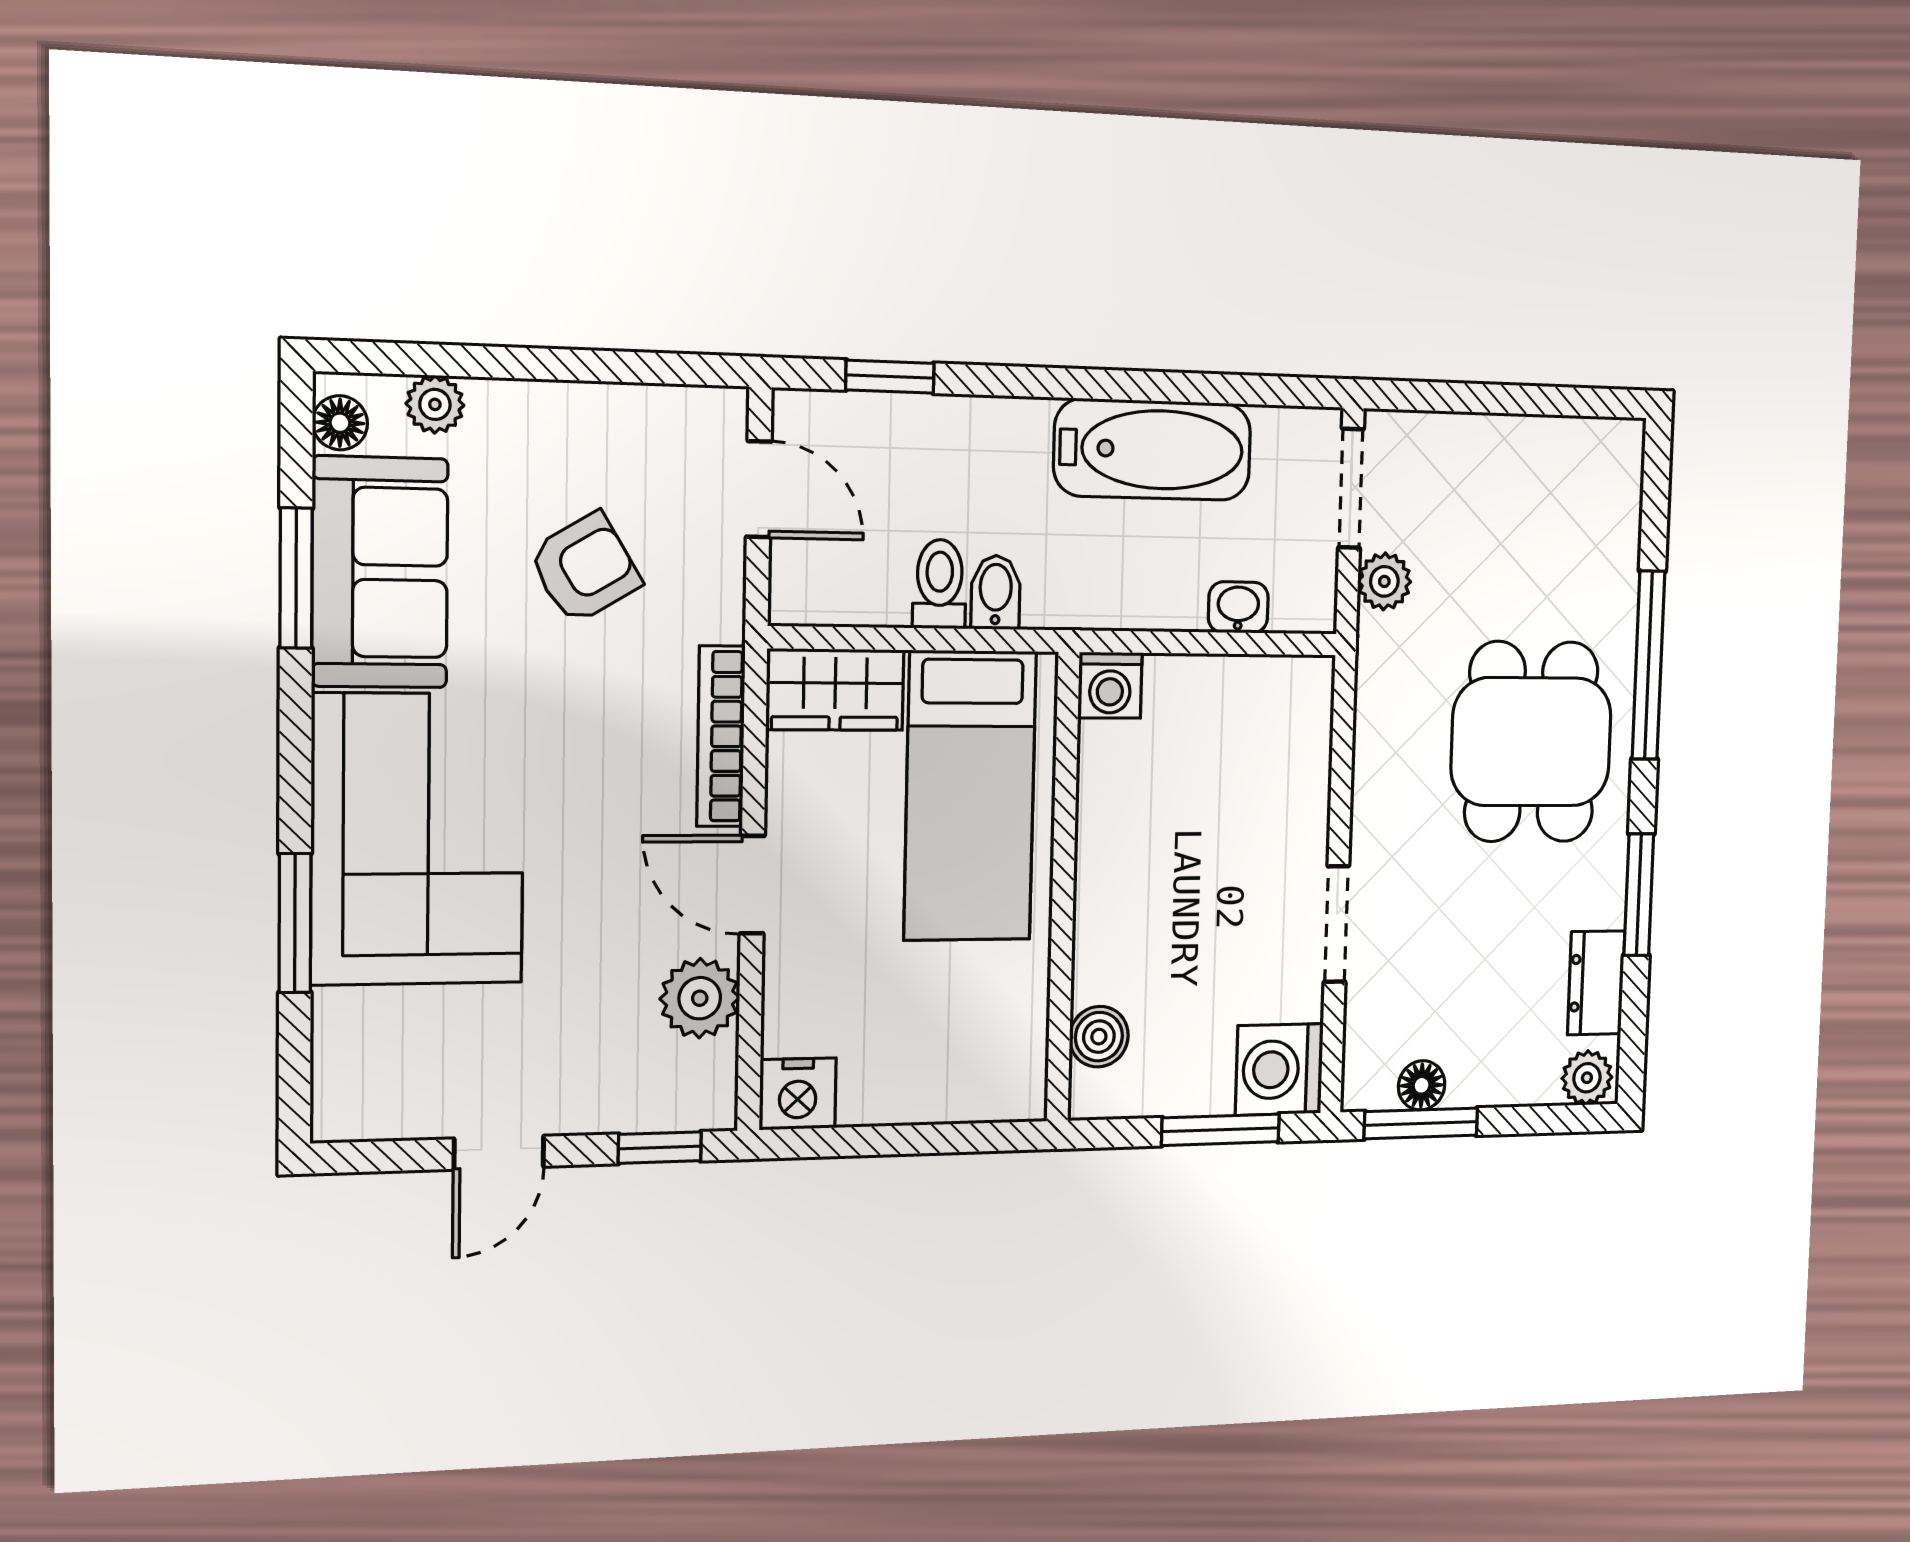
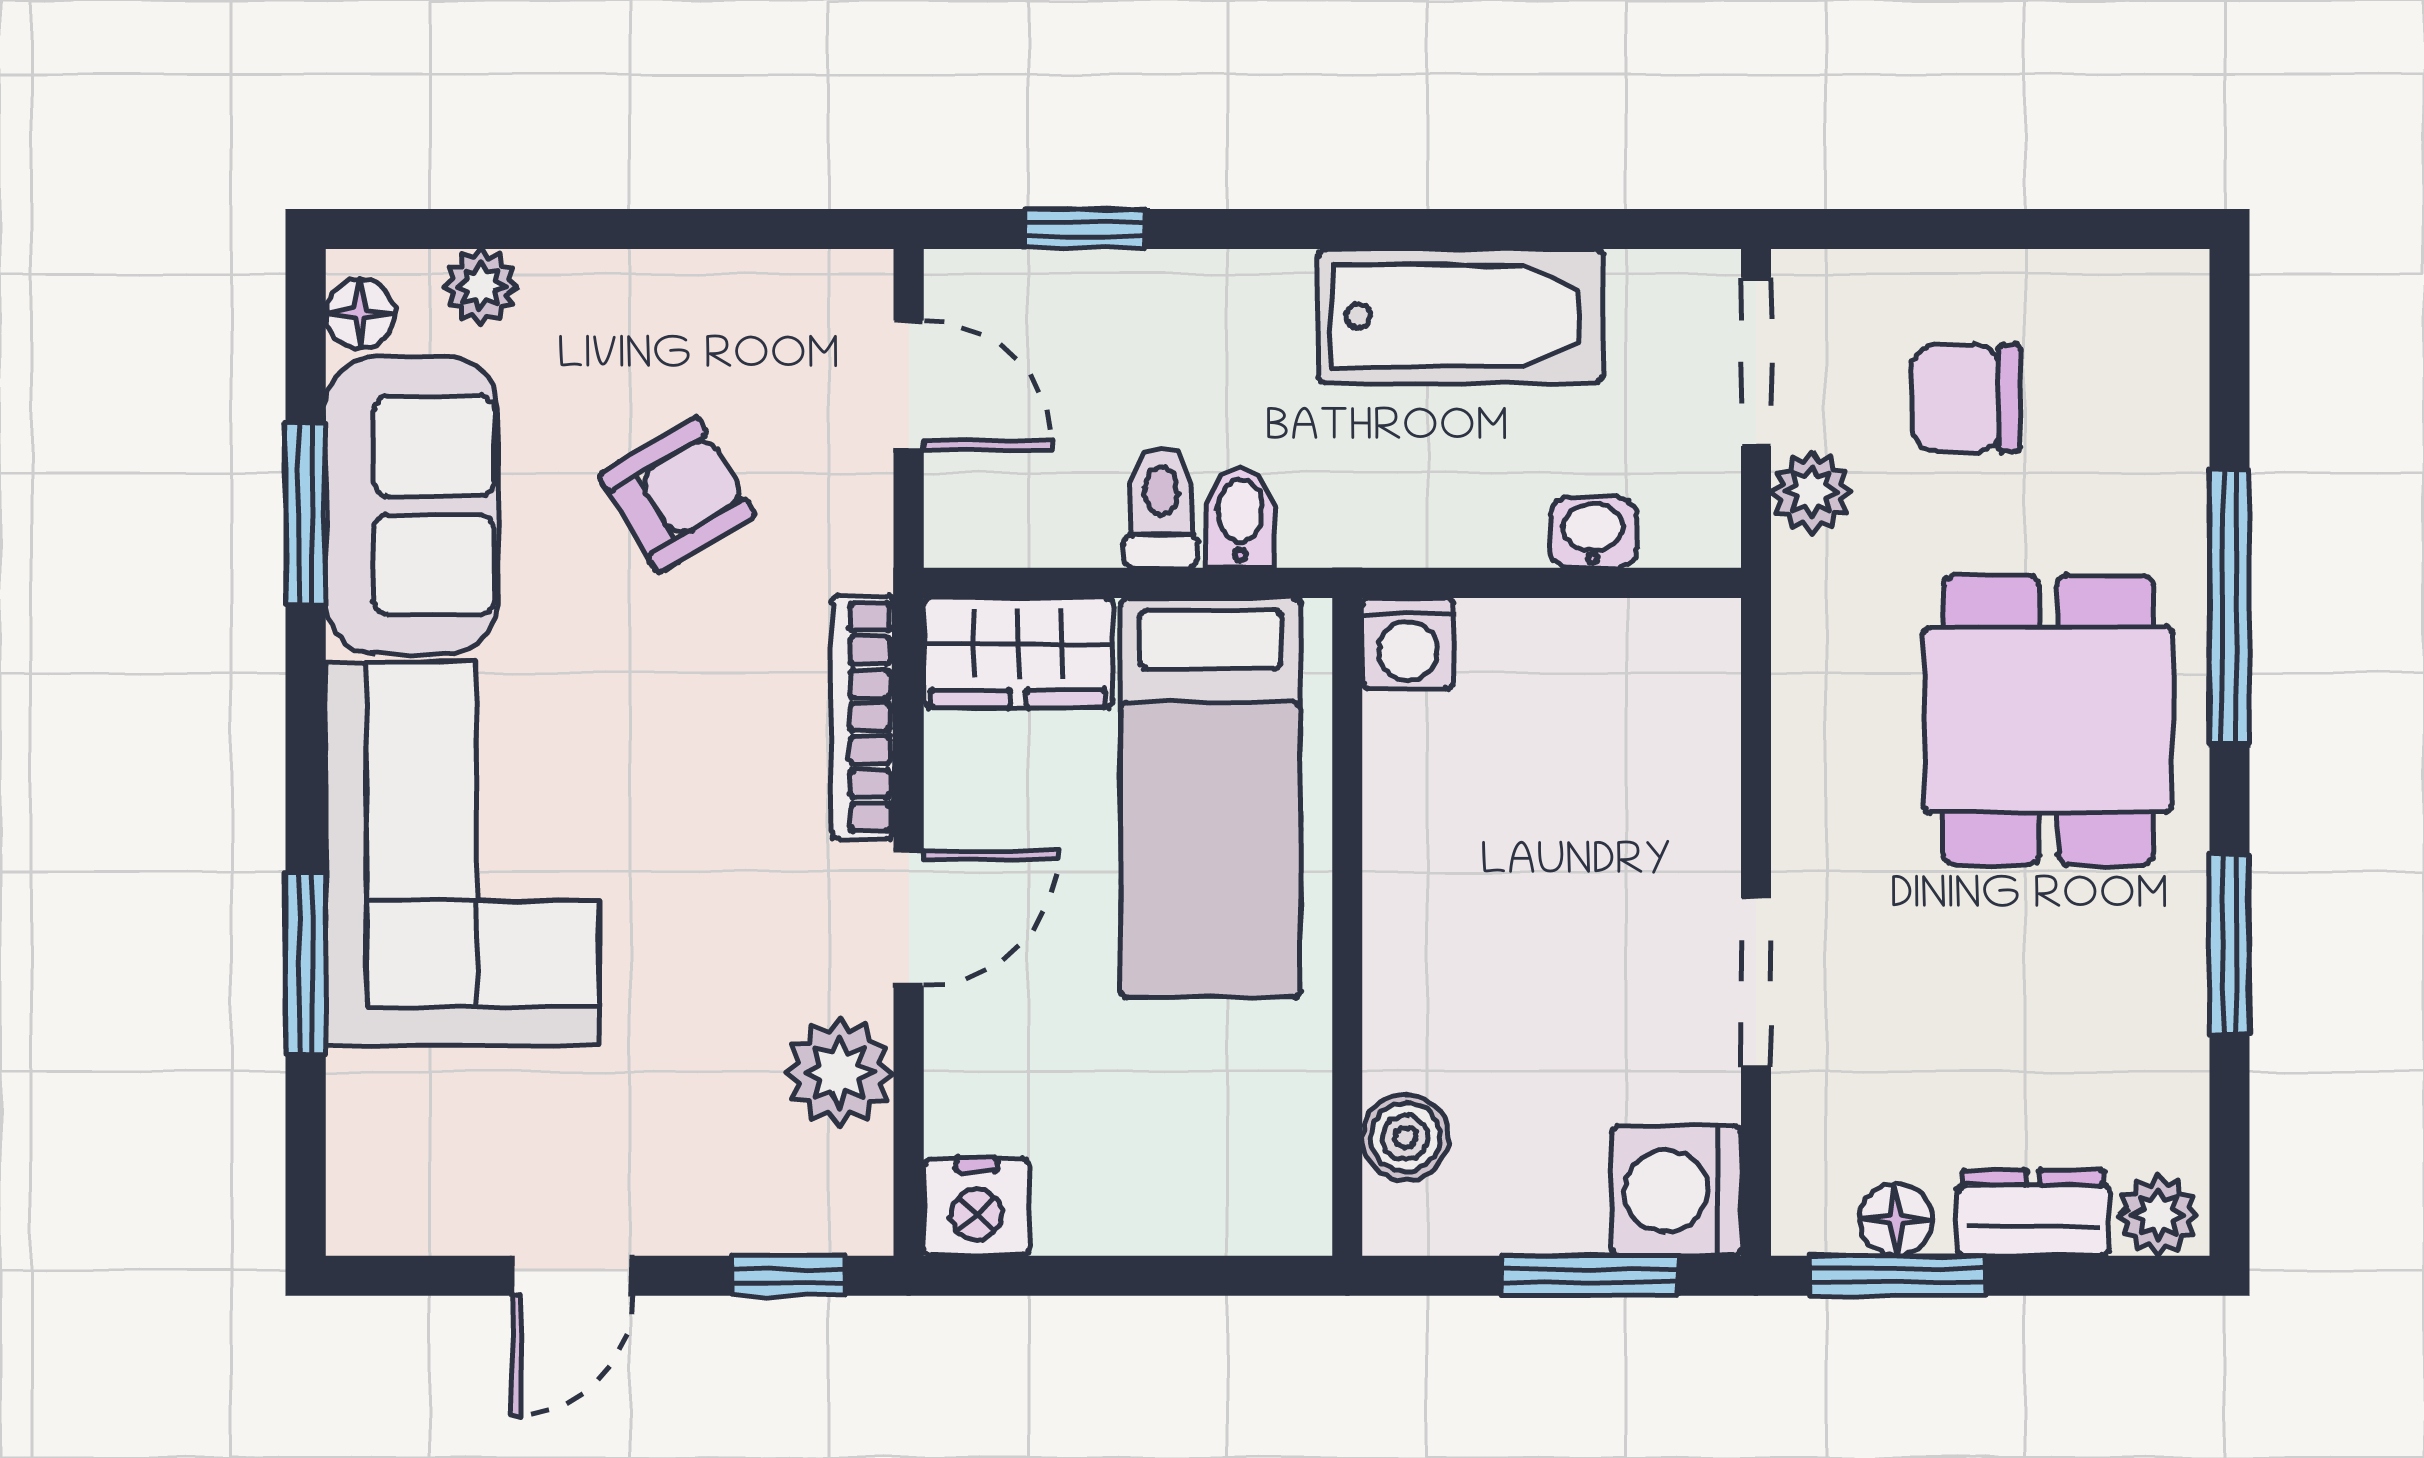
chair: (1487, 517) -> (1966, 398), added
door: (752, 885) -> (909, 918), swing flipped
dresser: (1596, 983) -> (2033, 1213), moved, turned 90

